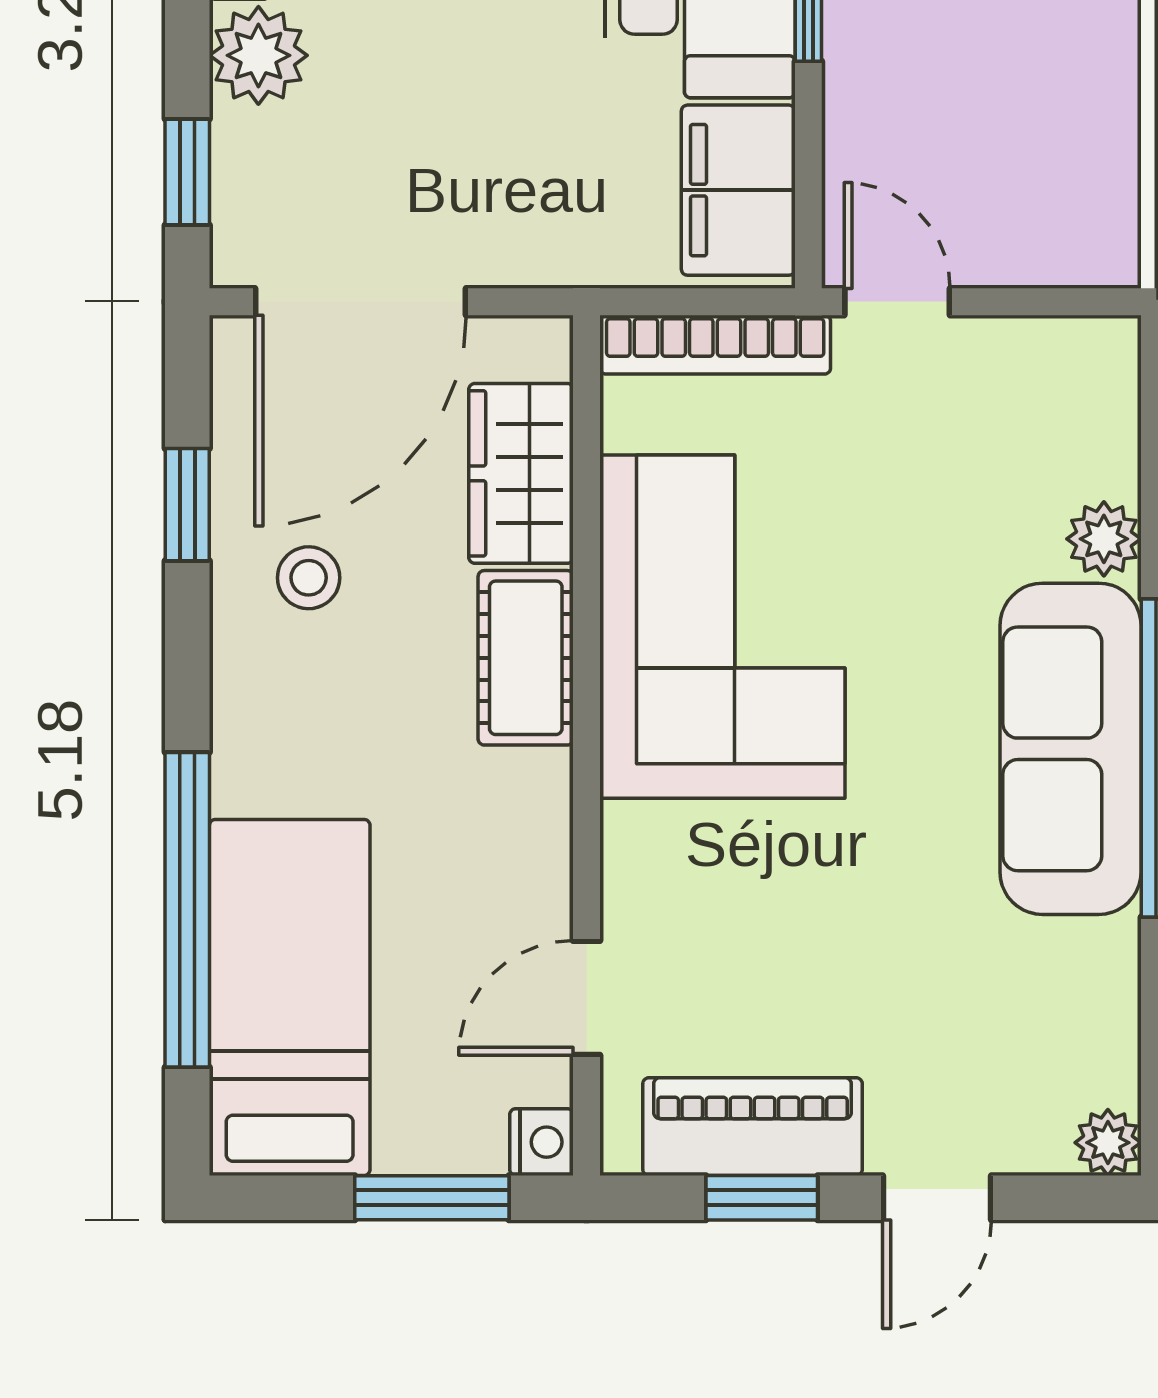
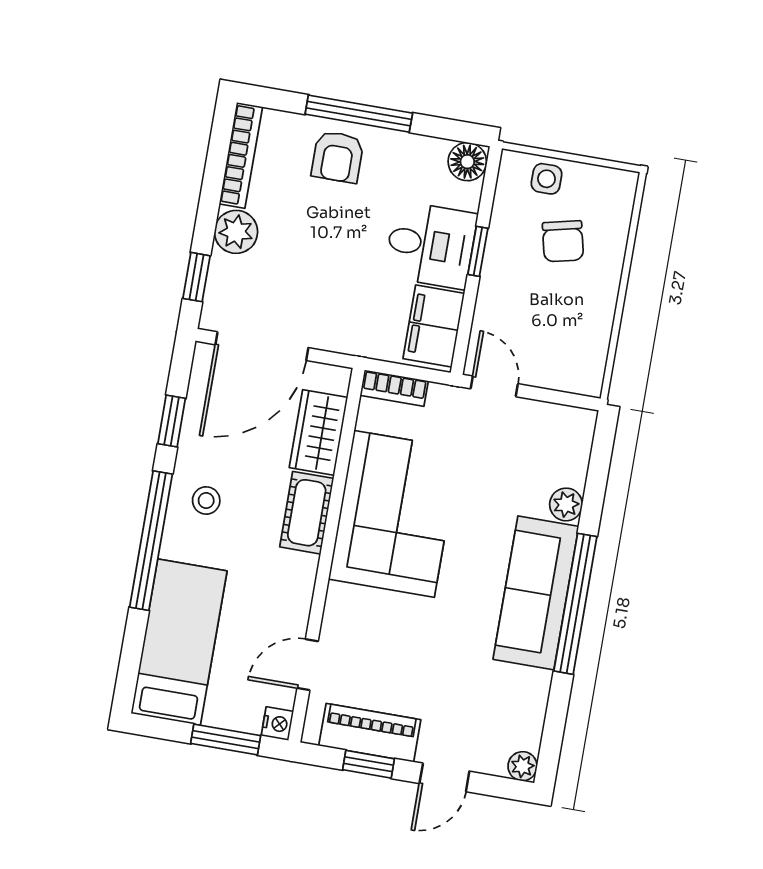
bookcase: (715, 345) -> (394, 388), width x0.64
stool: (309, 578) -> (206, 501), moved
window: (187, 910) -> (151, 541), moved

